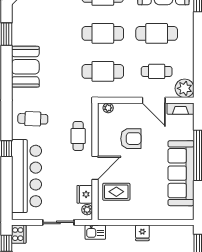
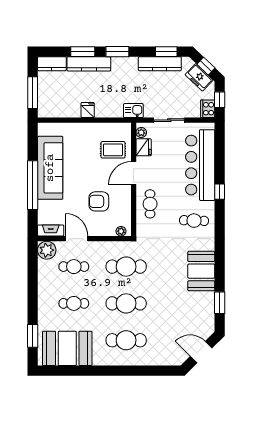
cafe table: (157, 33) -> (74, 303), width x0.73, depth x0.74

